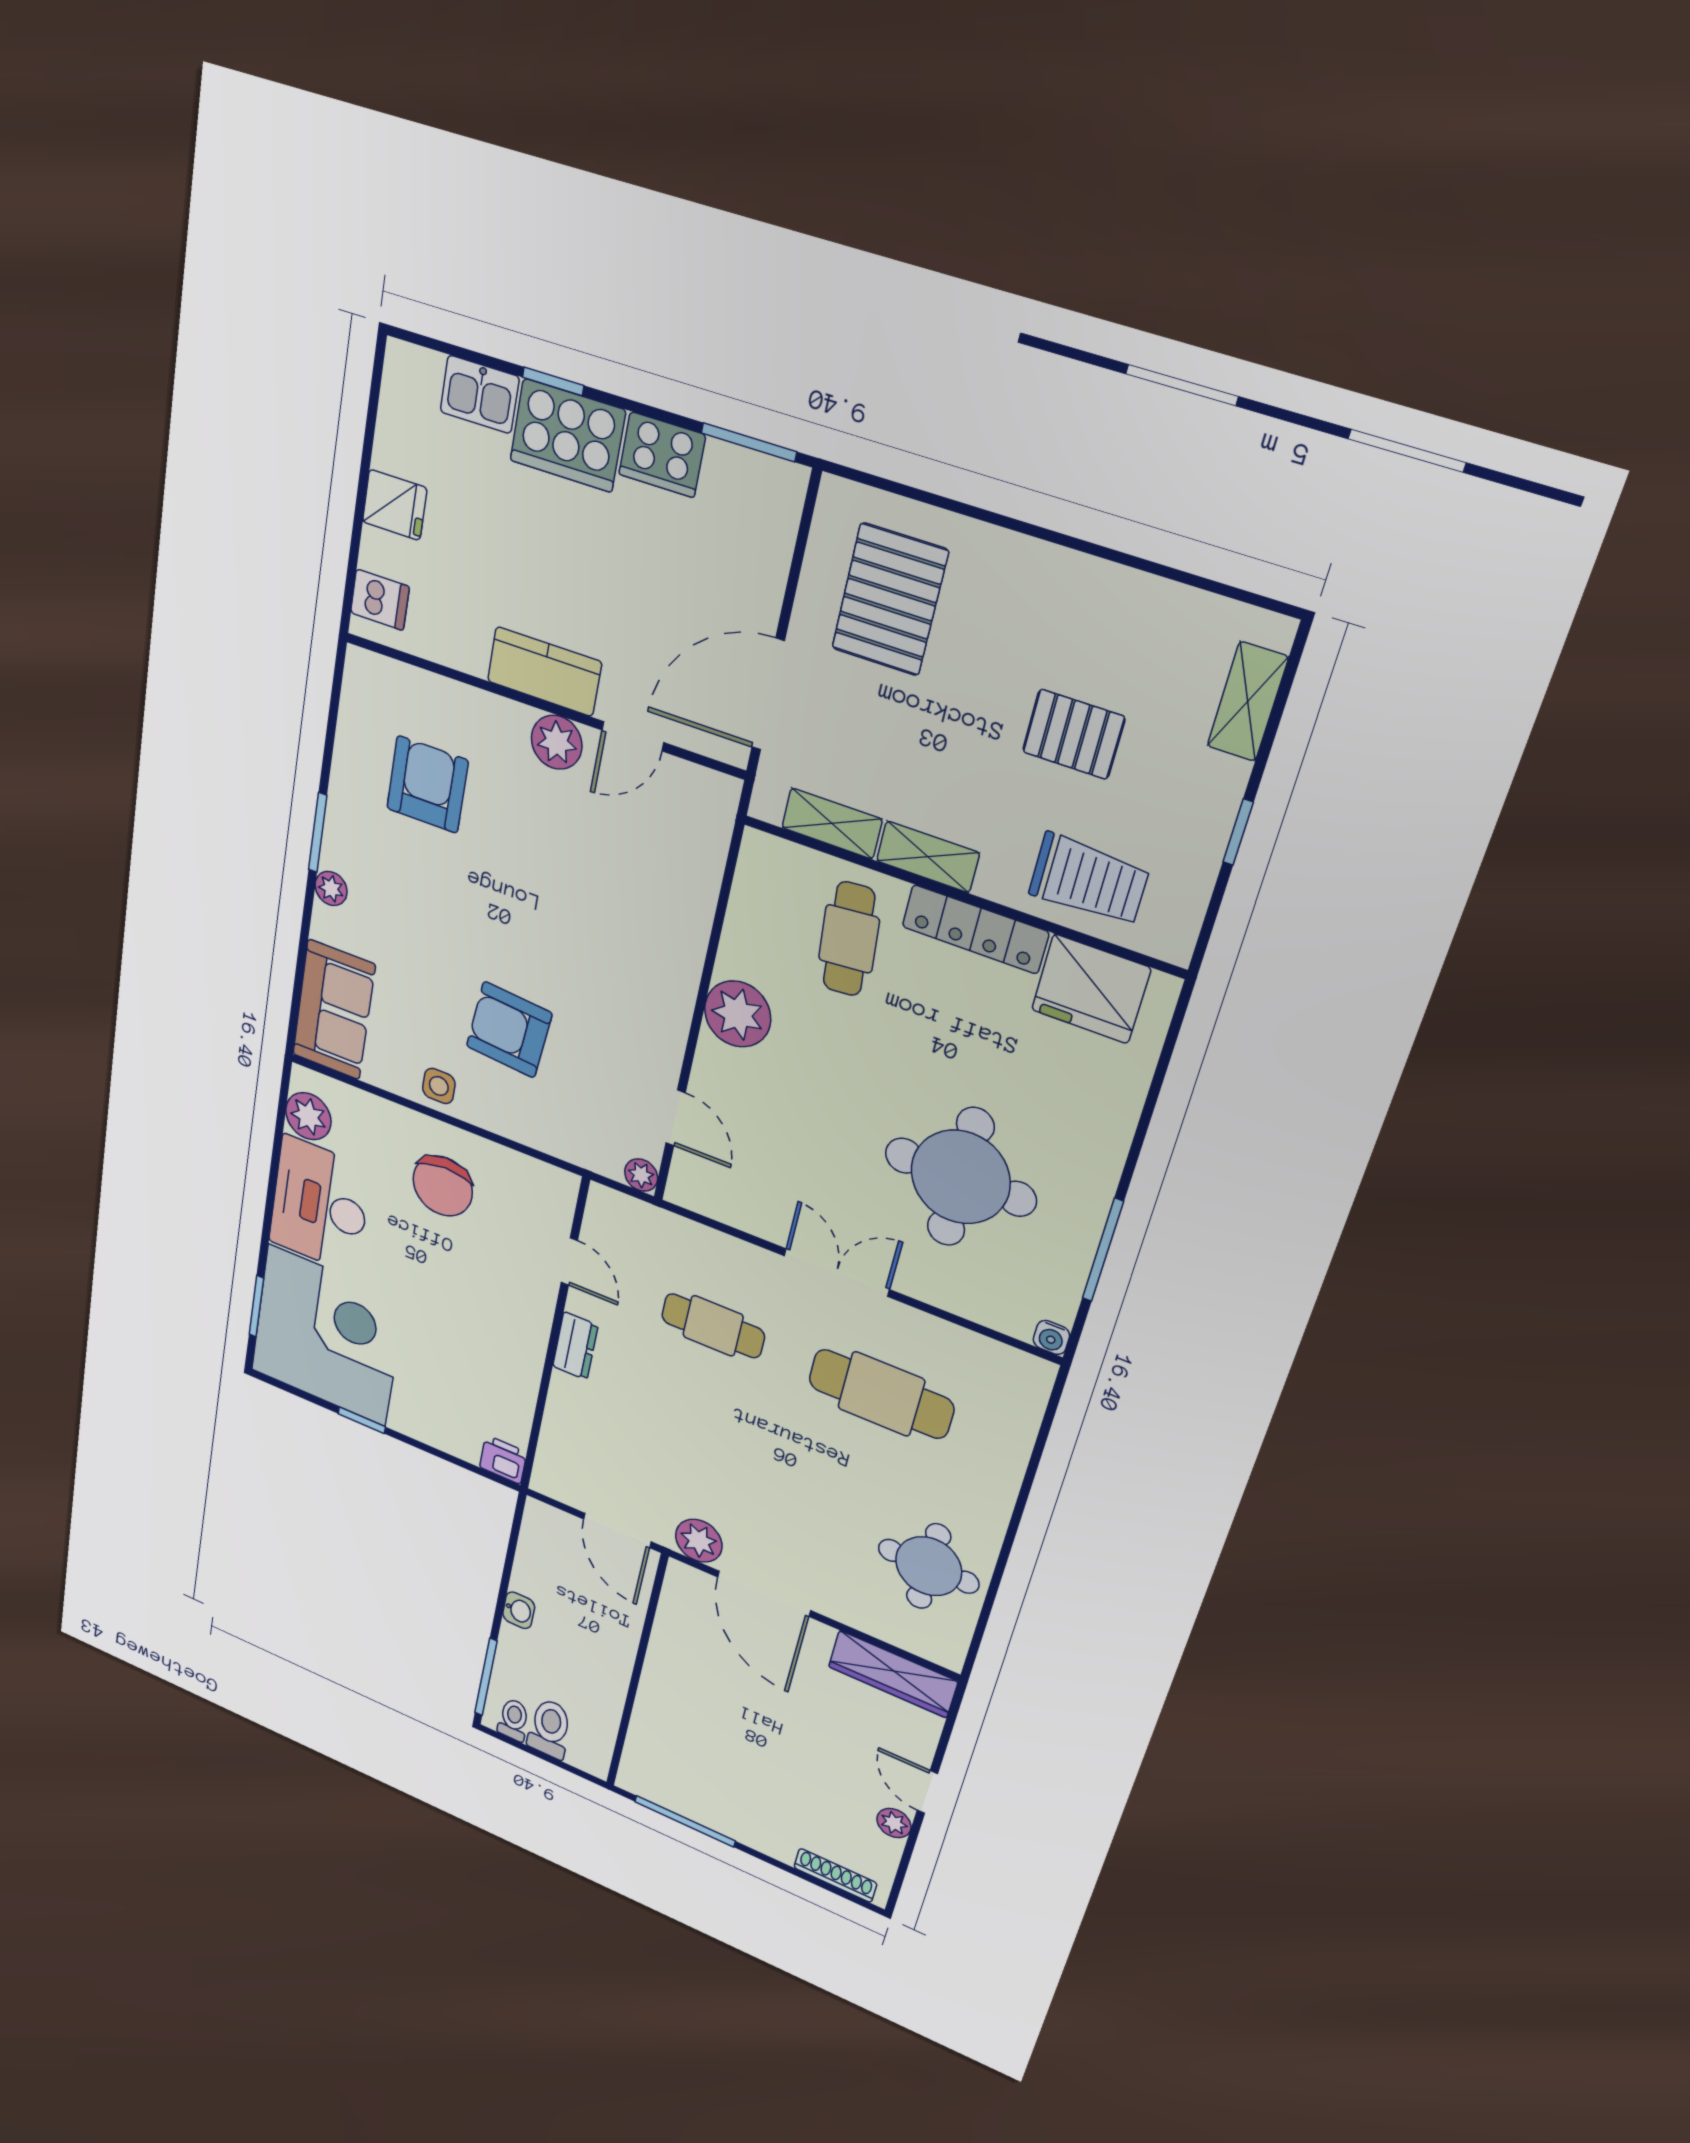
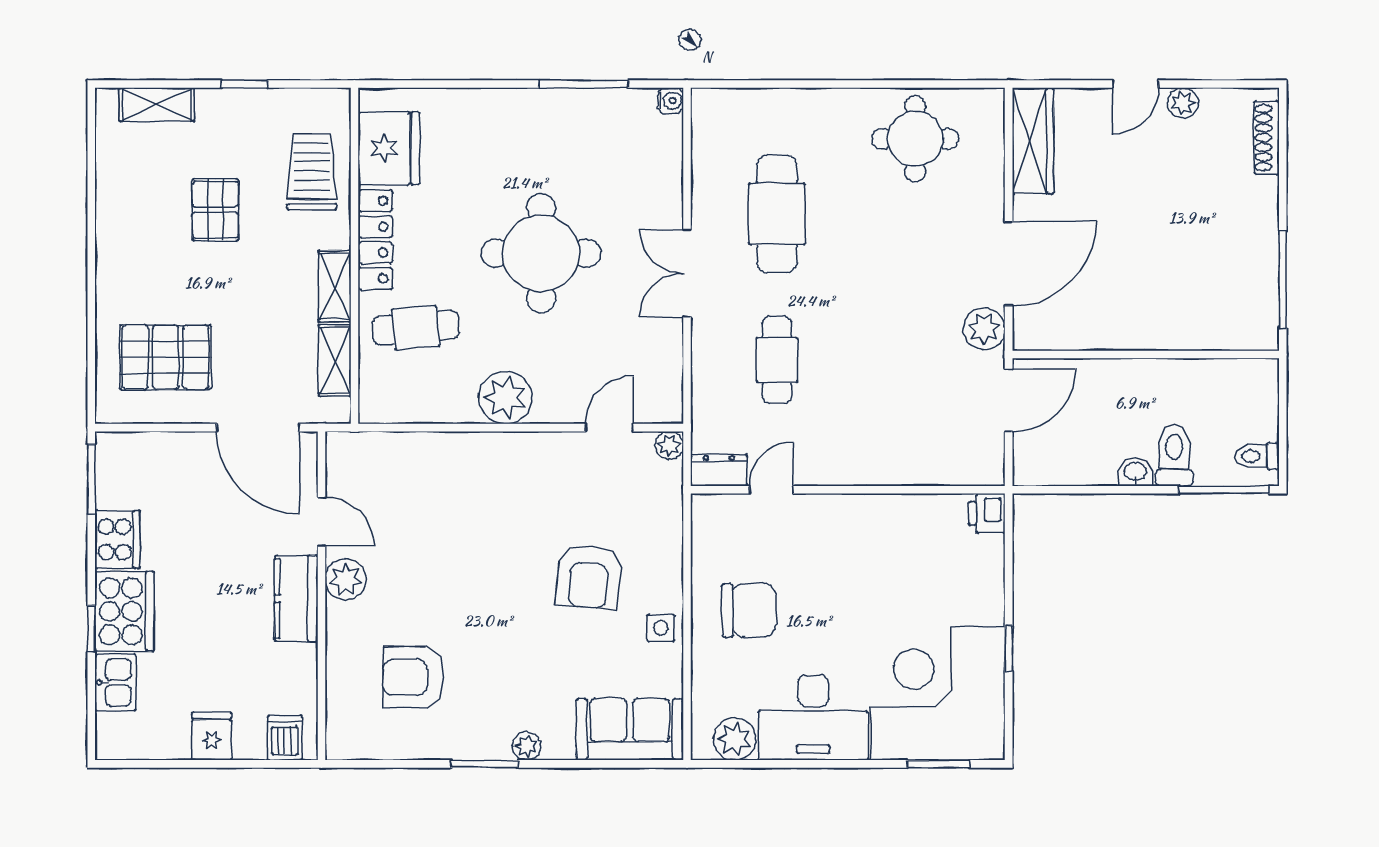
round table: (961, 1177) -> (541, 253), moved
dresser: (575, 1346) -> (719, 470), moved
toilet: (550, 1728) -> (1174, 456), moved, turned 90

